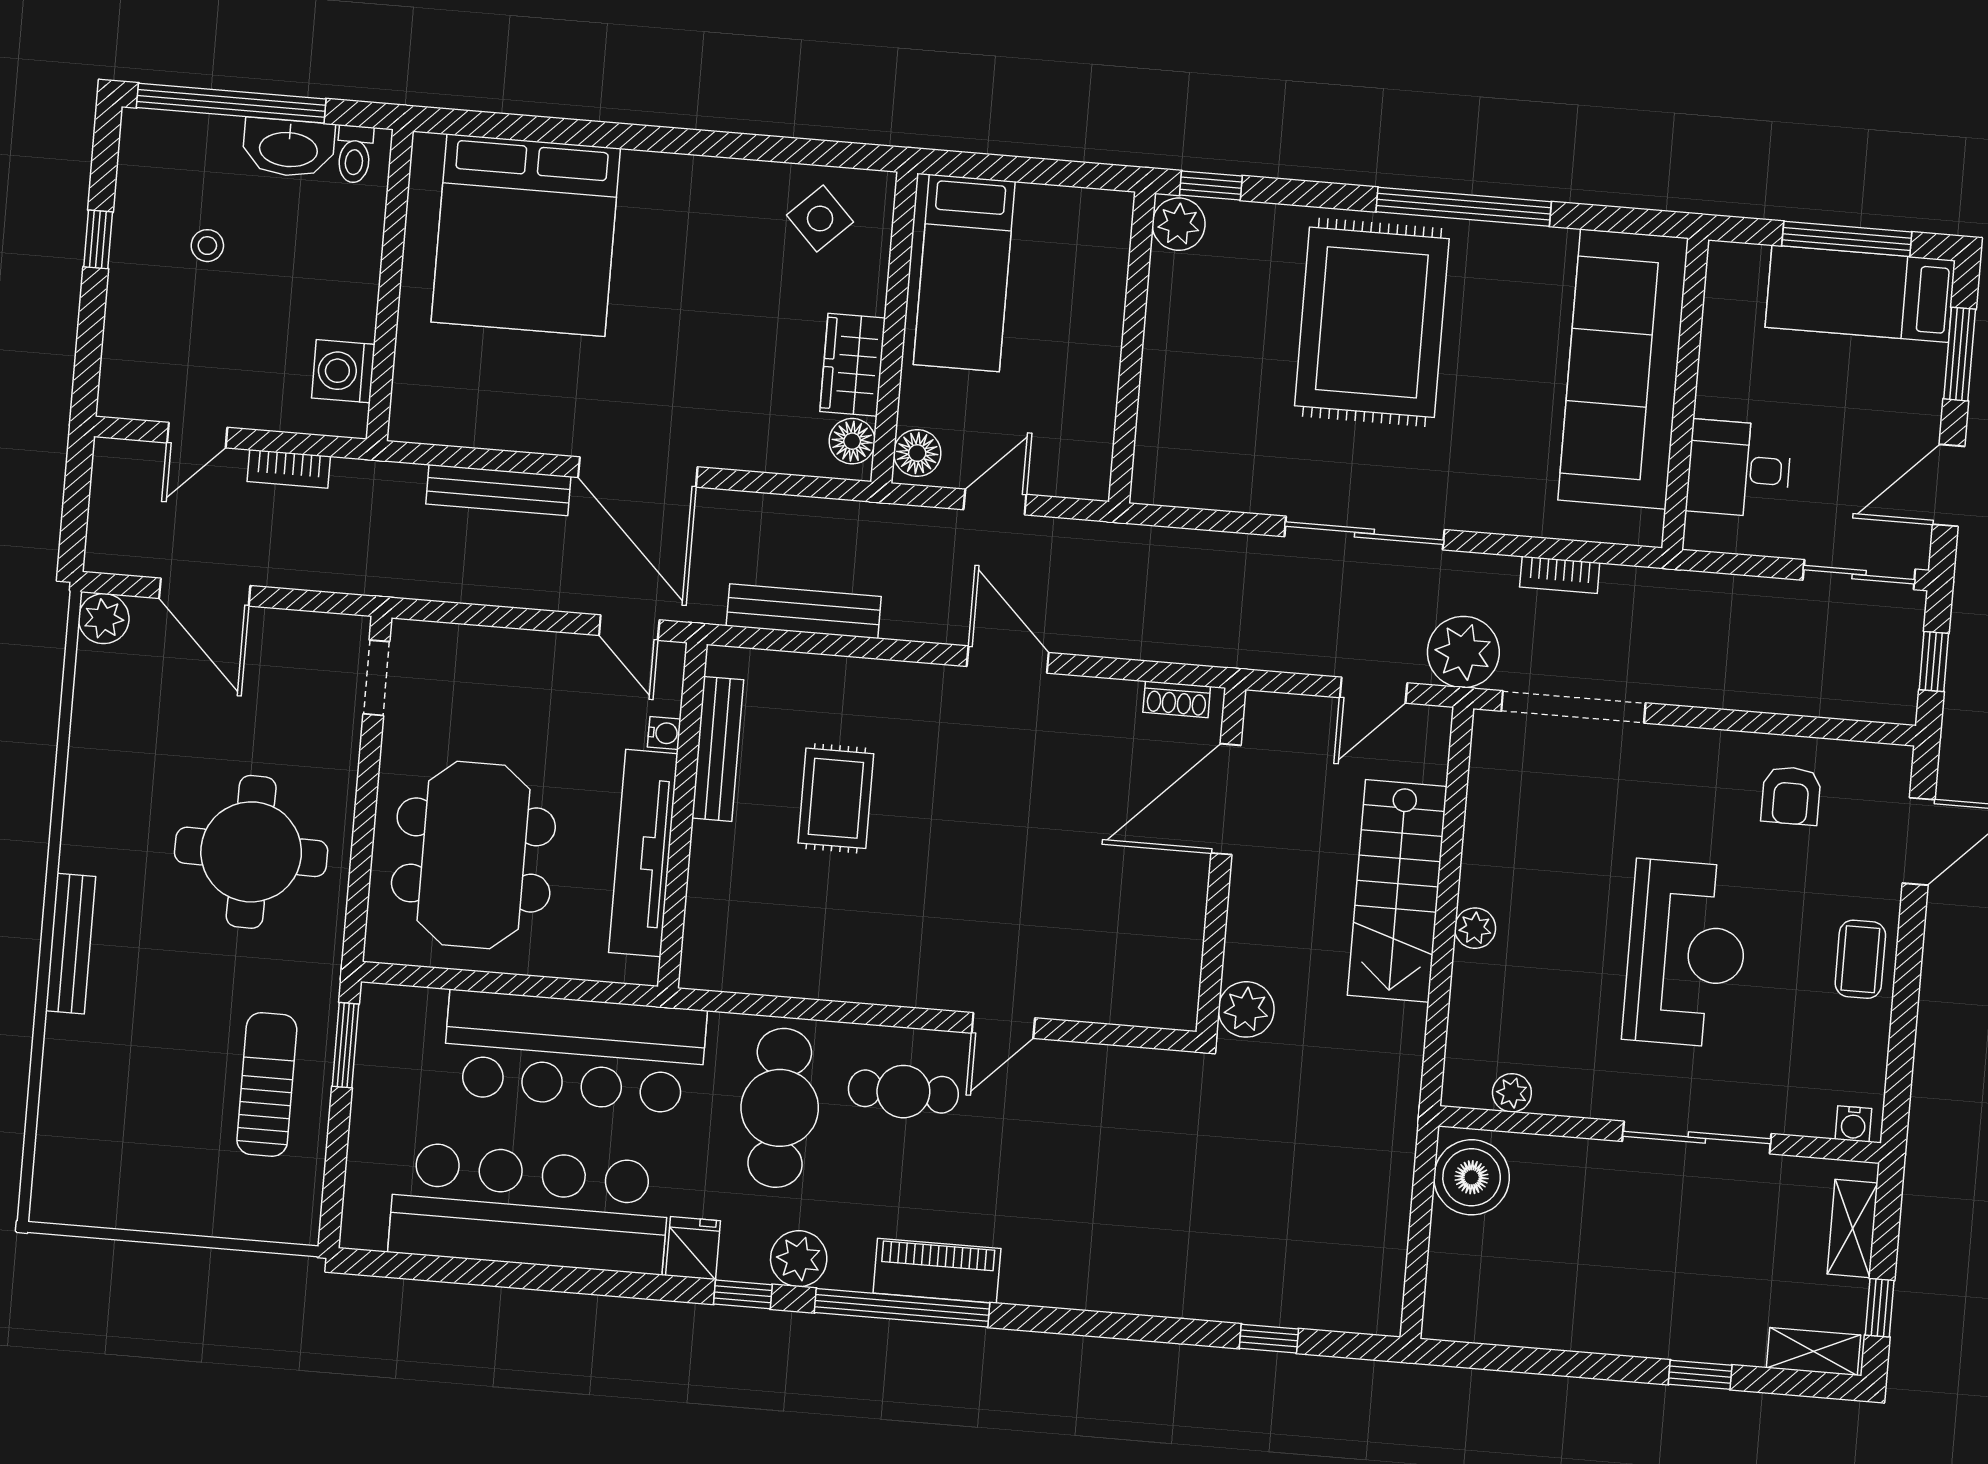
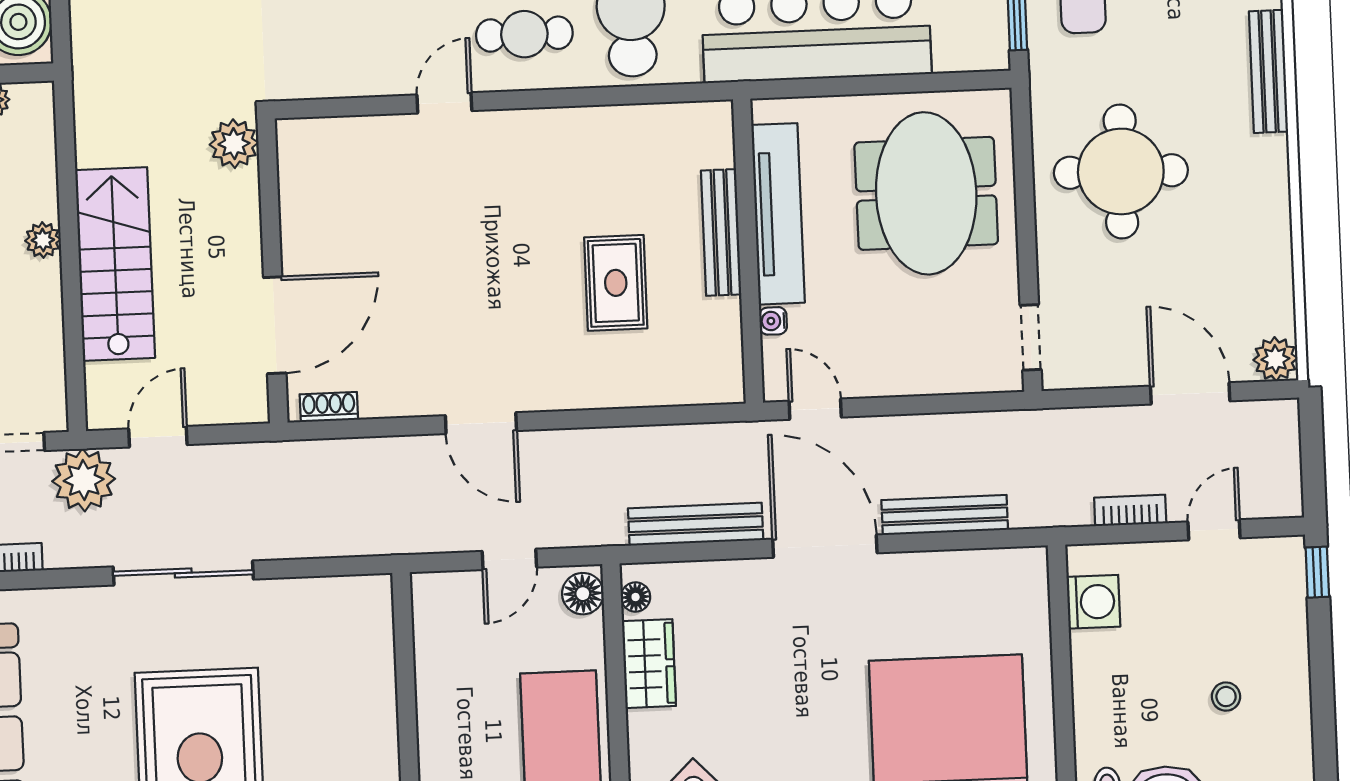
window: (98, 239) -> (1317, 572), moved
floor lamp: (852, 441) -> (636, 597), width x0.73, depth x0.73
bench: (804, 611) -> (696, 524), moved
bench: (718, 749) -> (721, 232), moved

